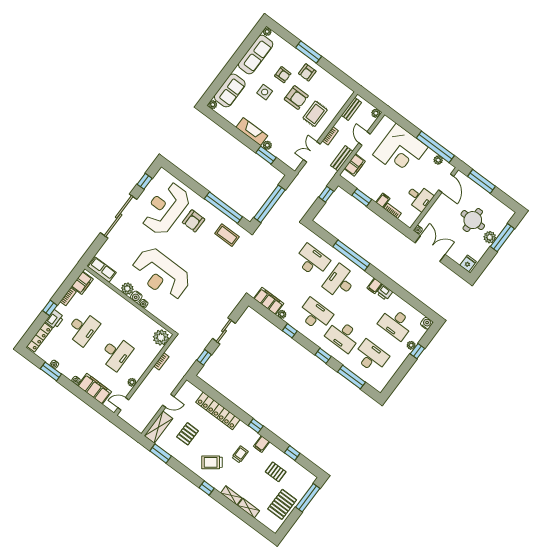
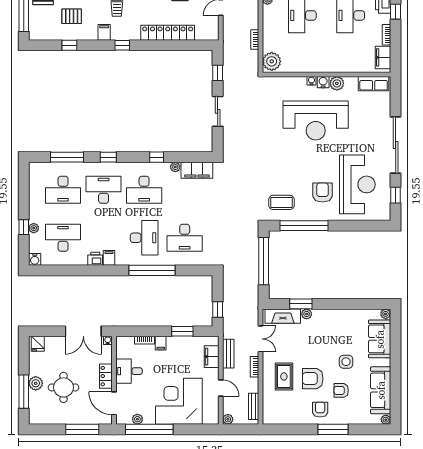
fireplace: (252, 132) -> (283, 316), moved
locker: (438, 206) -> (106, 376), added
reception desk: (161, 274) -> (316, 121), turned 180

